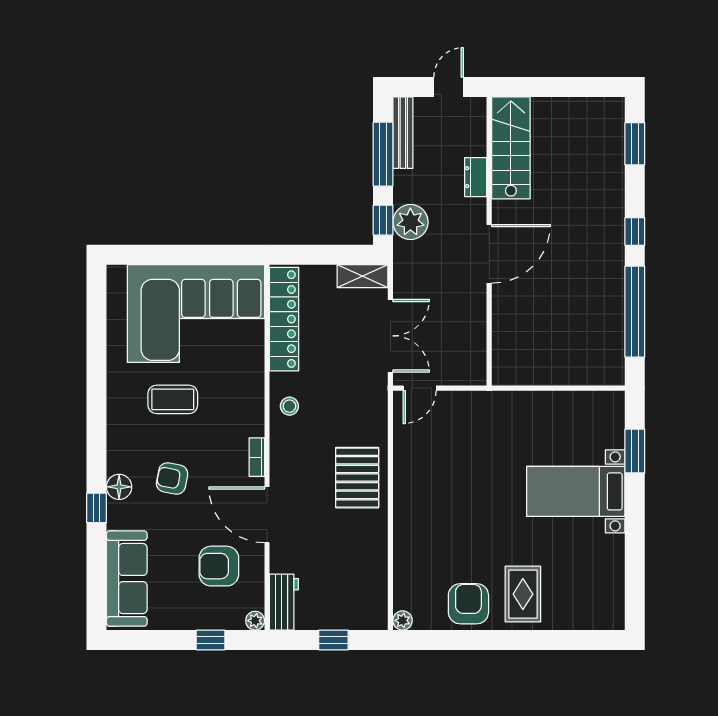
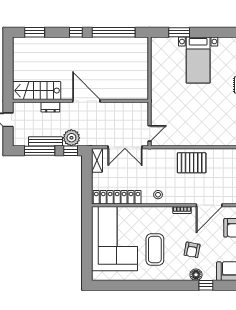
bench: (403, 133) -> (45, 141), moved
double door: (390, 336) -> (125, 147), swing flipped
door: (420, 388) -> (150, 133), hinge flipped
coffee table: (173, 399) -> (155, 250), width x1.36, depth x1.32

